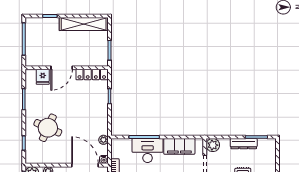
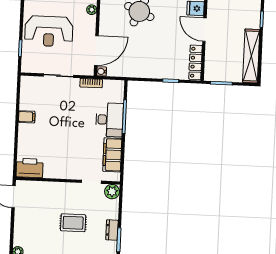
plant: (103, 140) -> (123, 72), removed
dresser: (244, 144) -> (112, 230), width x0.70

